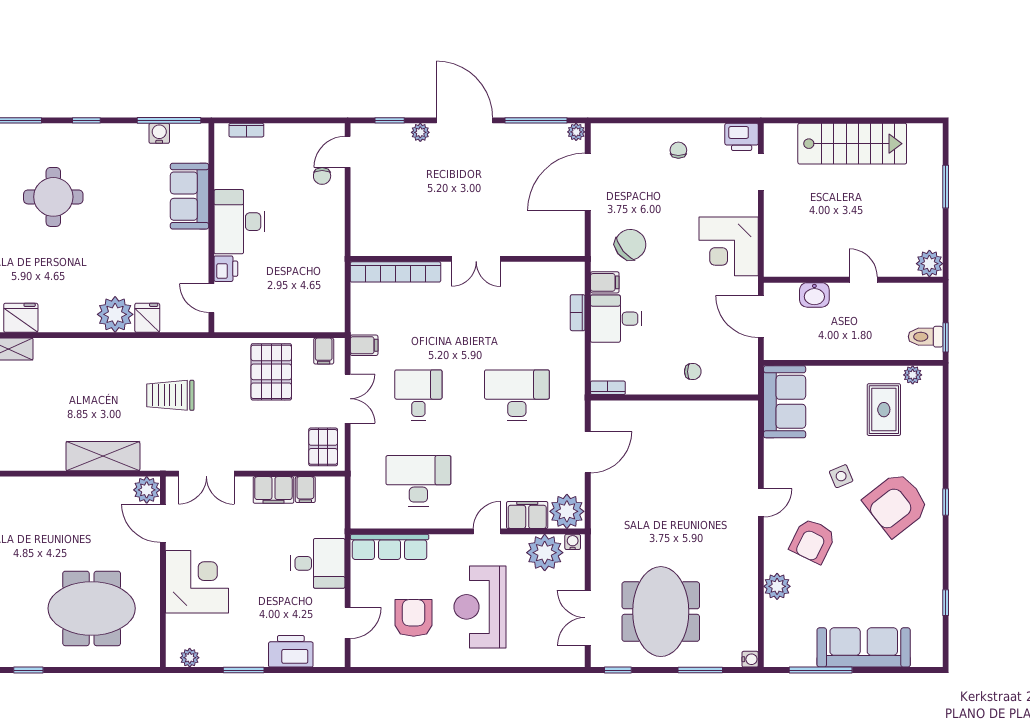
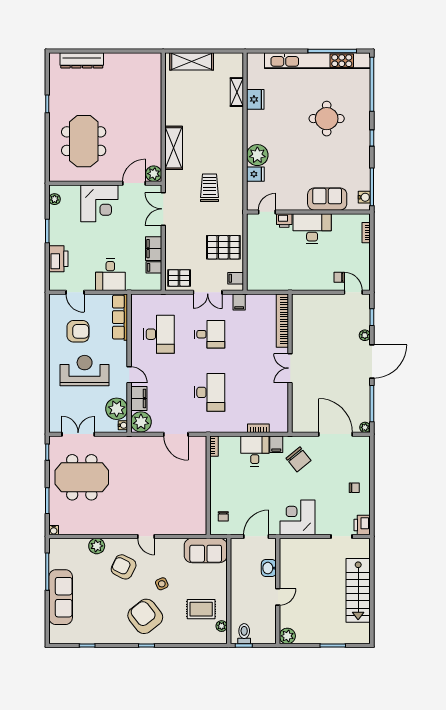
water cooler: (159, 133) -> (364, 197), moved
chair: (693, 372) -> (223, 516), moved

